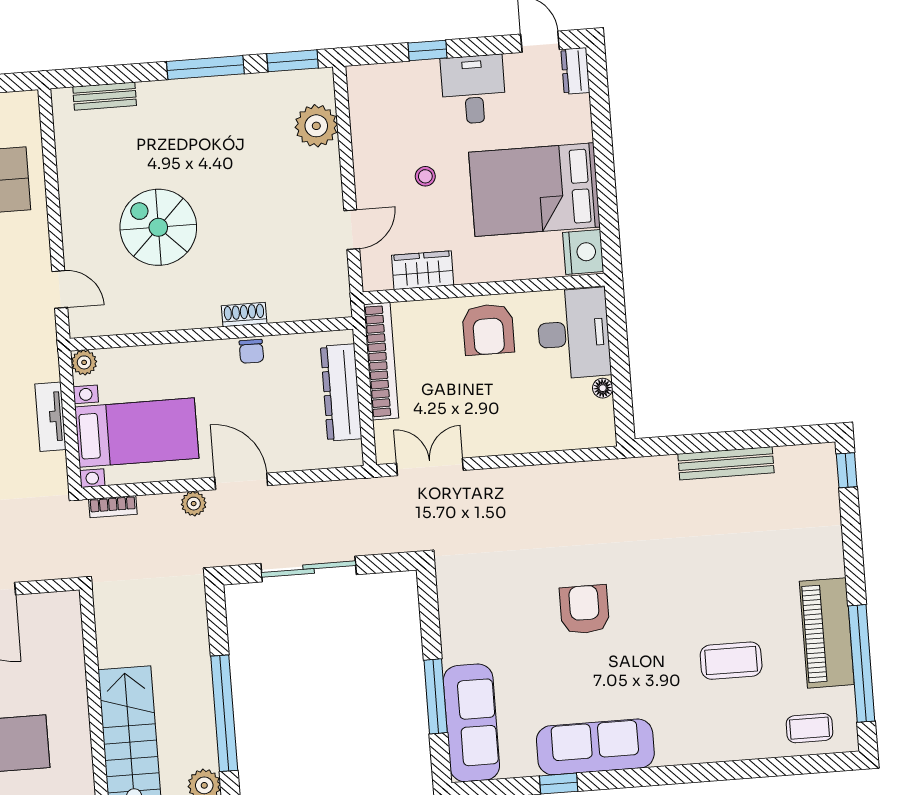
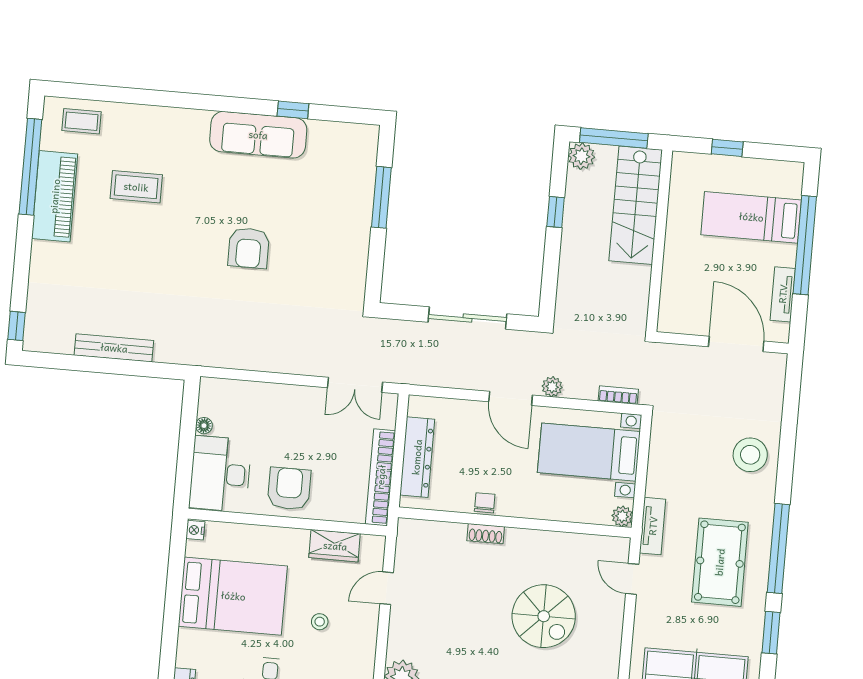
nightstand: (583, 252) -> (195, 530), width x0.53, depth x0.56
tv unit: (50, 417) -> (653, 526), moved
window: (224, 713) -> (556, 212), width x0.32
sofa: (471, 723) -> (356, 171), removed

